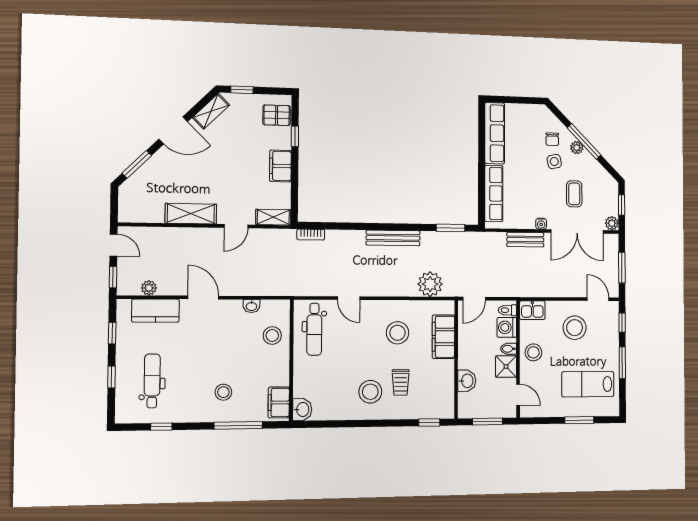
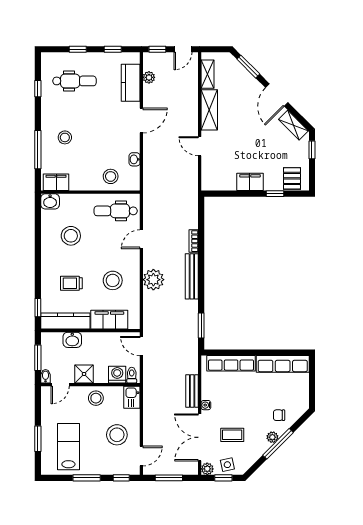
side table: (554, 162) -> (227, 465), moved
shelving: (273, 217) -> (208, 74), moved
bookcase: (311, 235) -> (194, 241), moved
plant: (430, 284) -> (153, 280), moved
bidet: (509, 349) -> (46, 376), moved
kitchen counter: (445, 389) -> (65, 321), added
stool: (370, 392) -> (71, 236), moved

